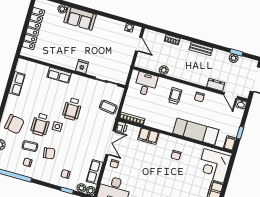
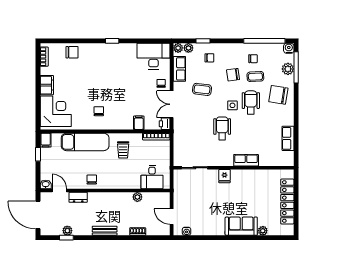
trolley: (175, 96) -> (123, 150), moved
coffee table: (108, 107) -> (202, 89), moved
filing cabinet: (148, 136) -> (139, 123), width x0.50

